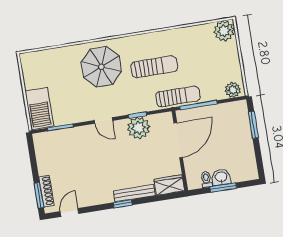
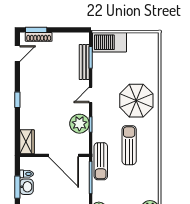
sun lounger: (154, 67) -> (129, 145), turned 180
bench: (134, 193) -> (84, 62), moved
door: (70, 212) -> (17, 54), hinge flipped

